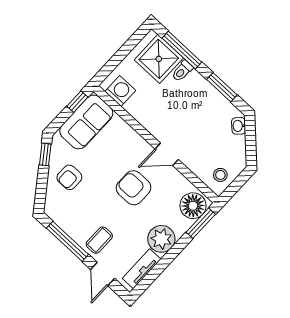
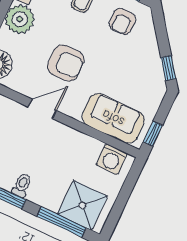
toilet: (182, 71) -> (22, 185), moved
sofa: (86, 122) -> (113, 118), moved, turned 90
armchair: (69, 177) -> (122, 21), moved, turned 180

